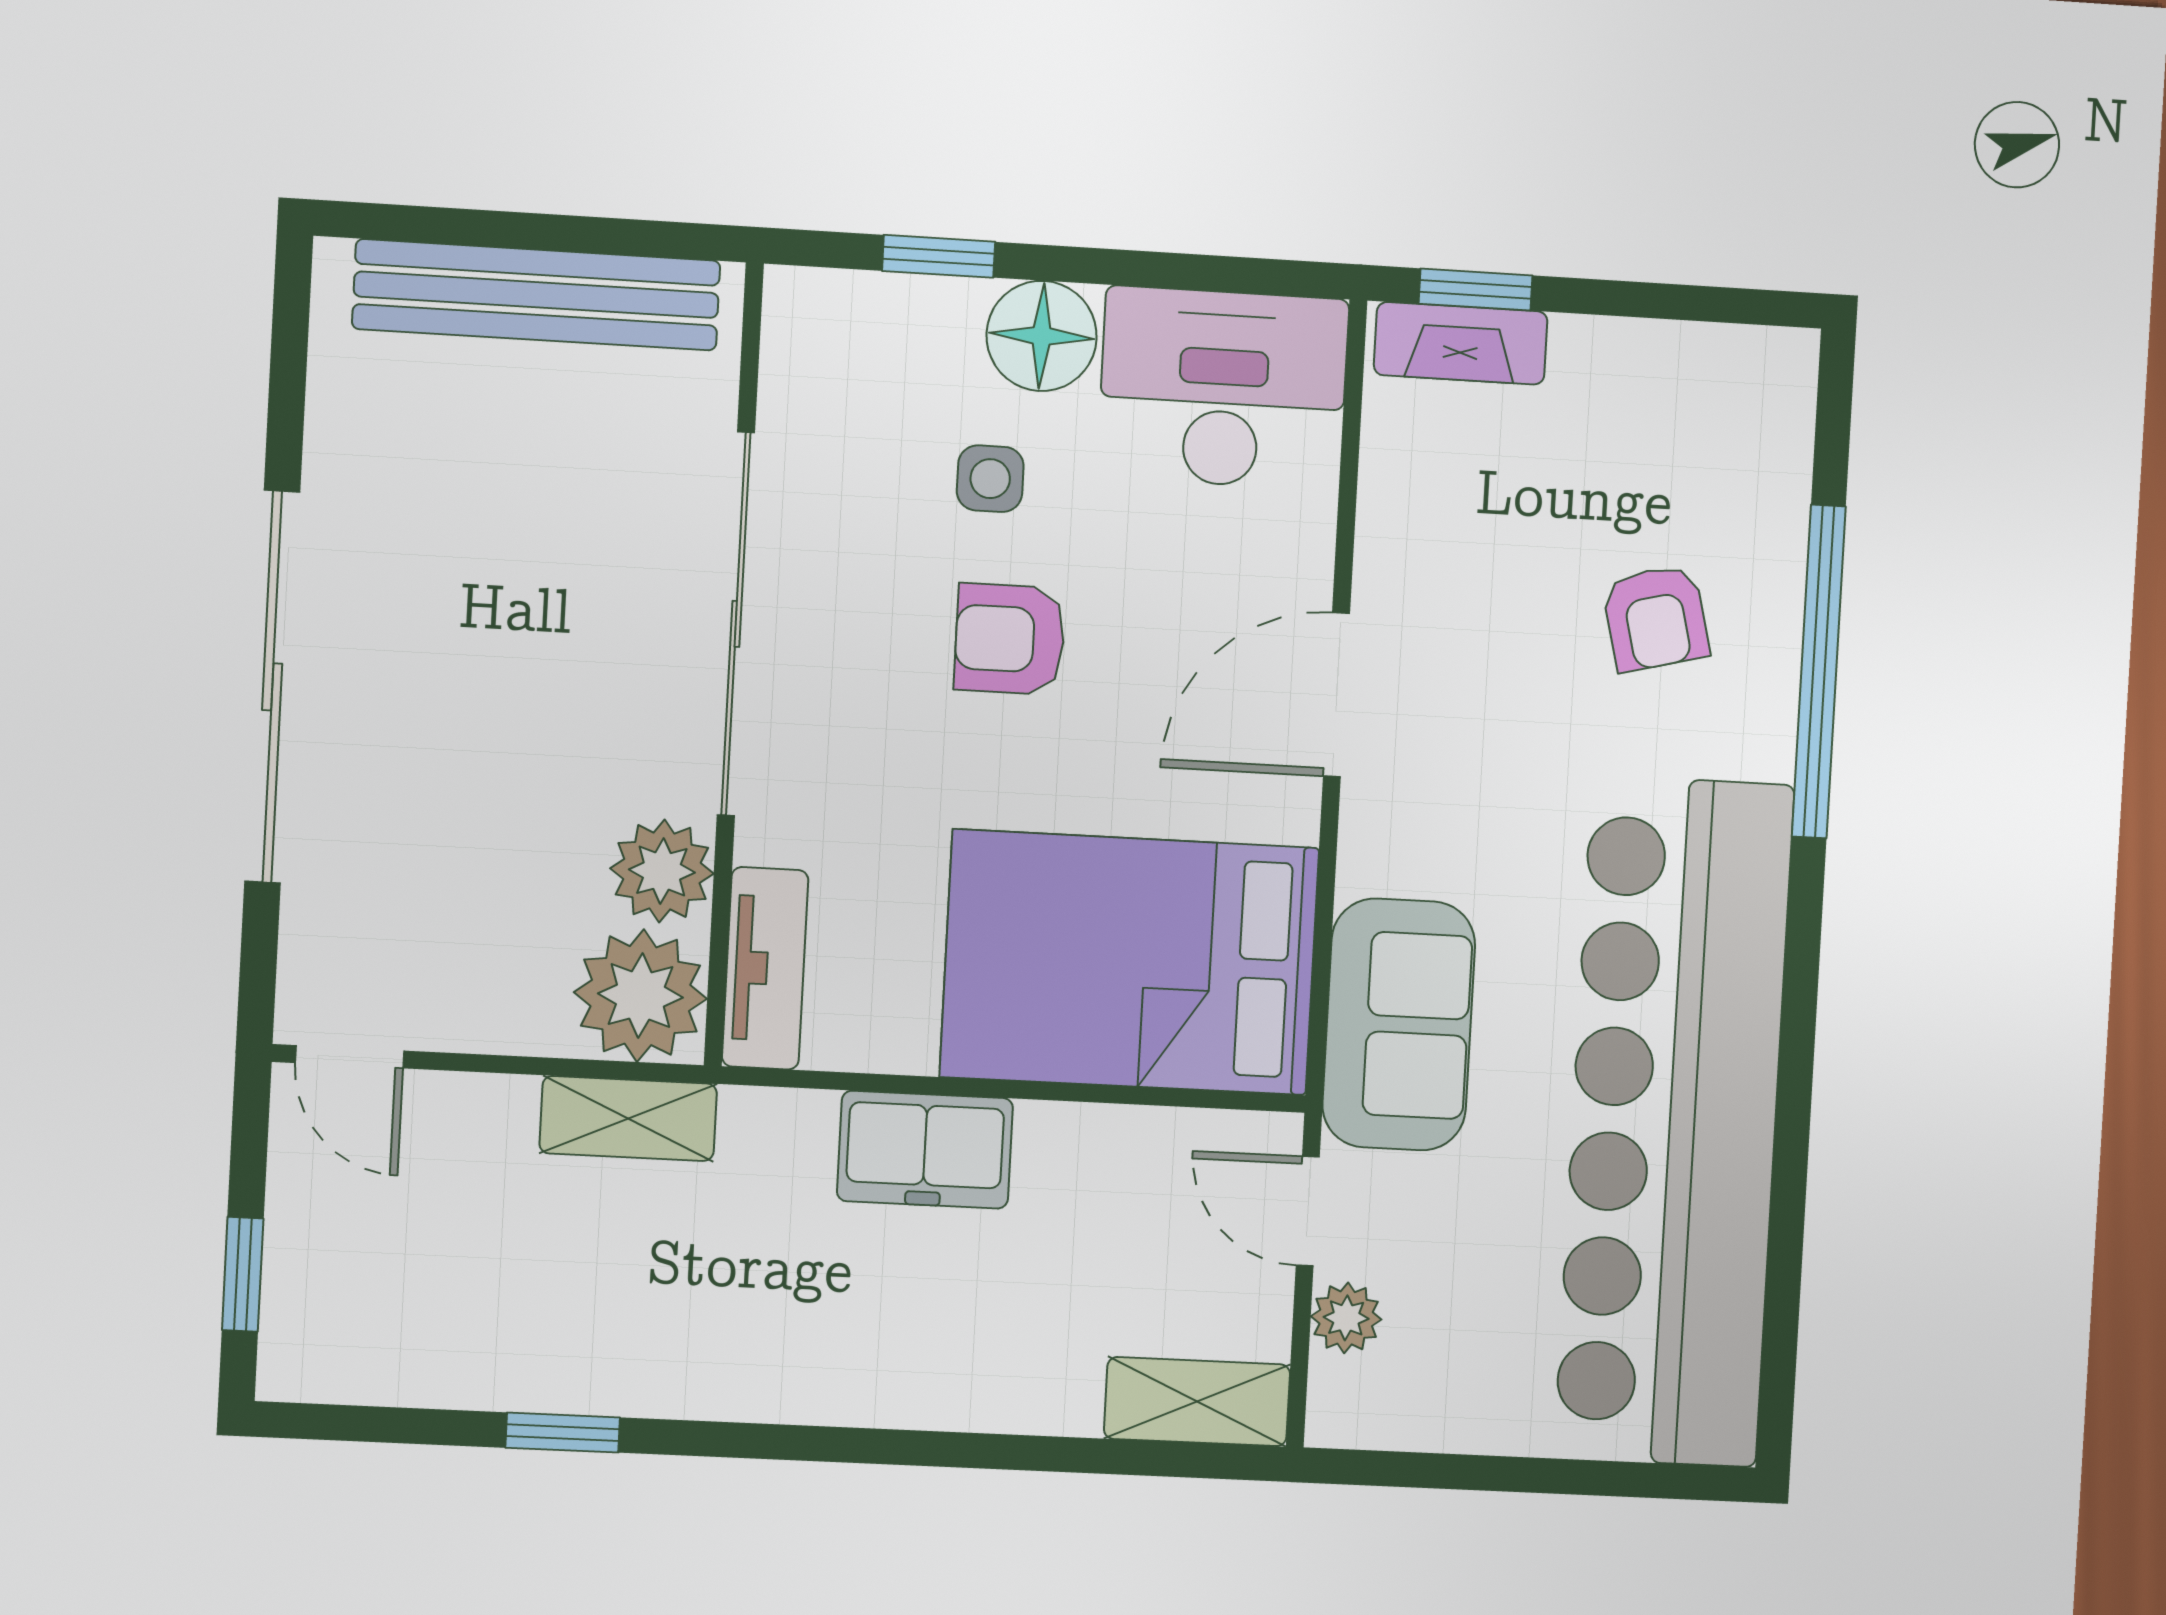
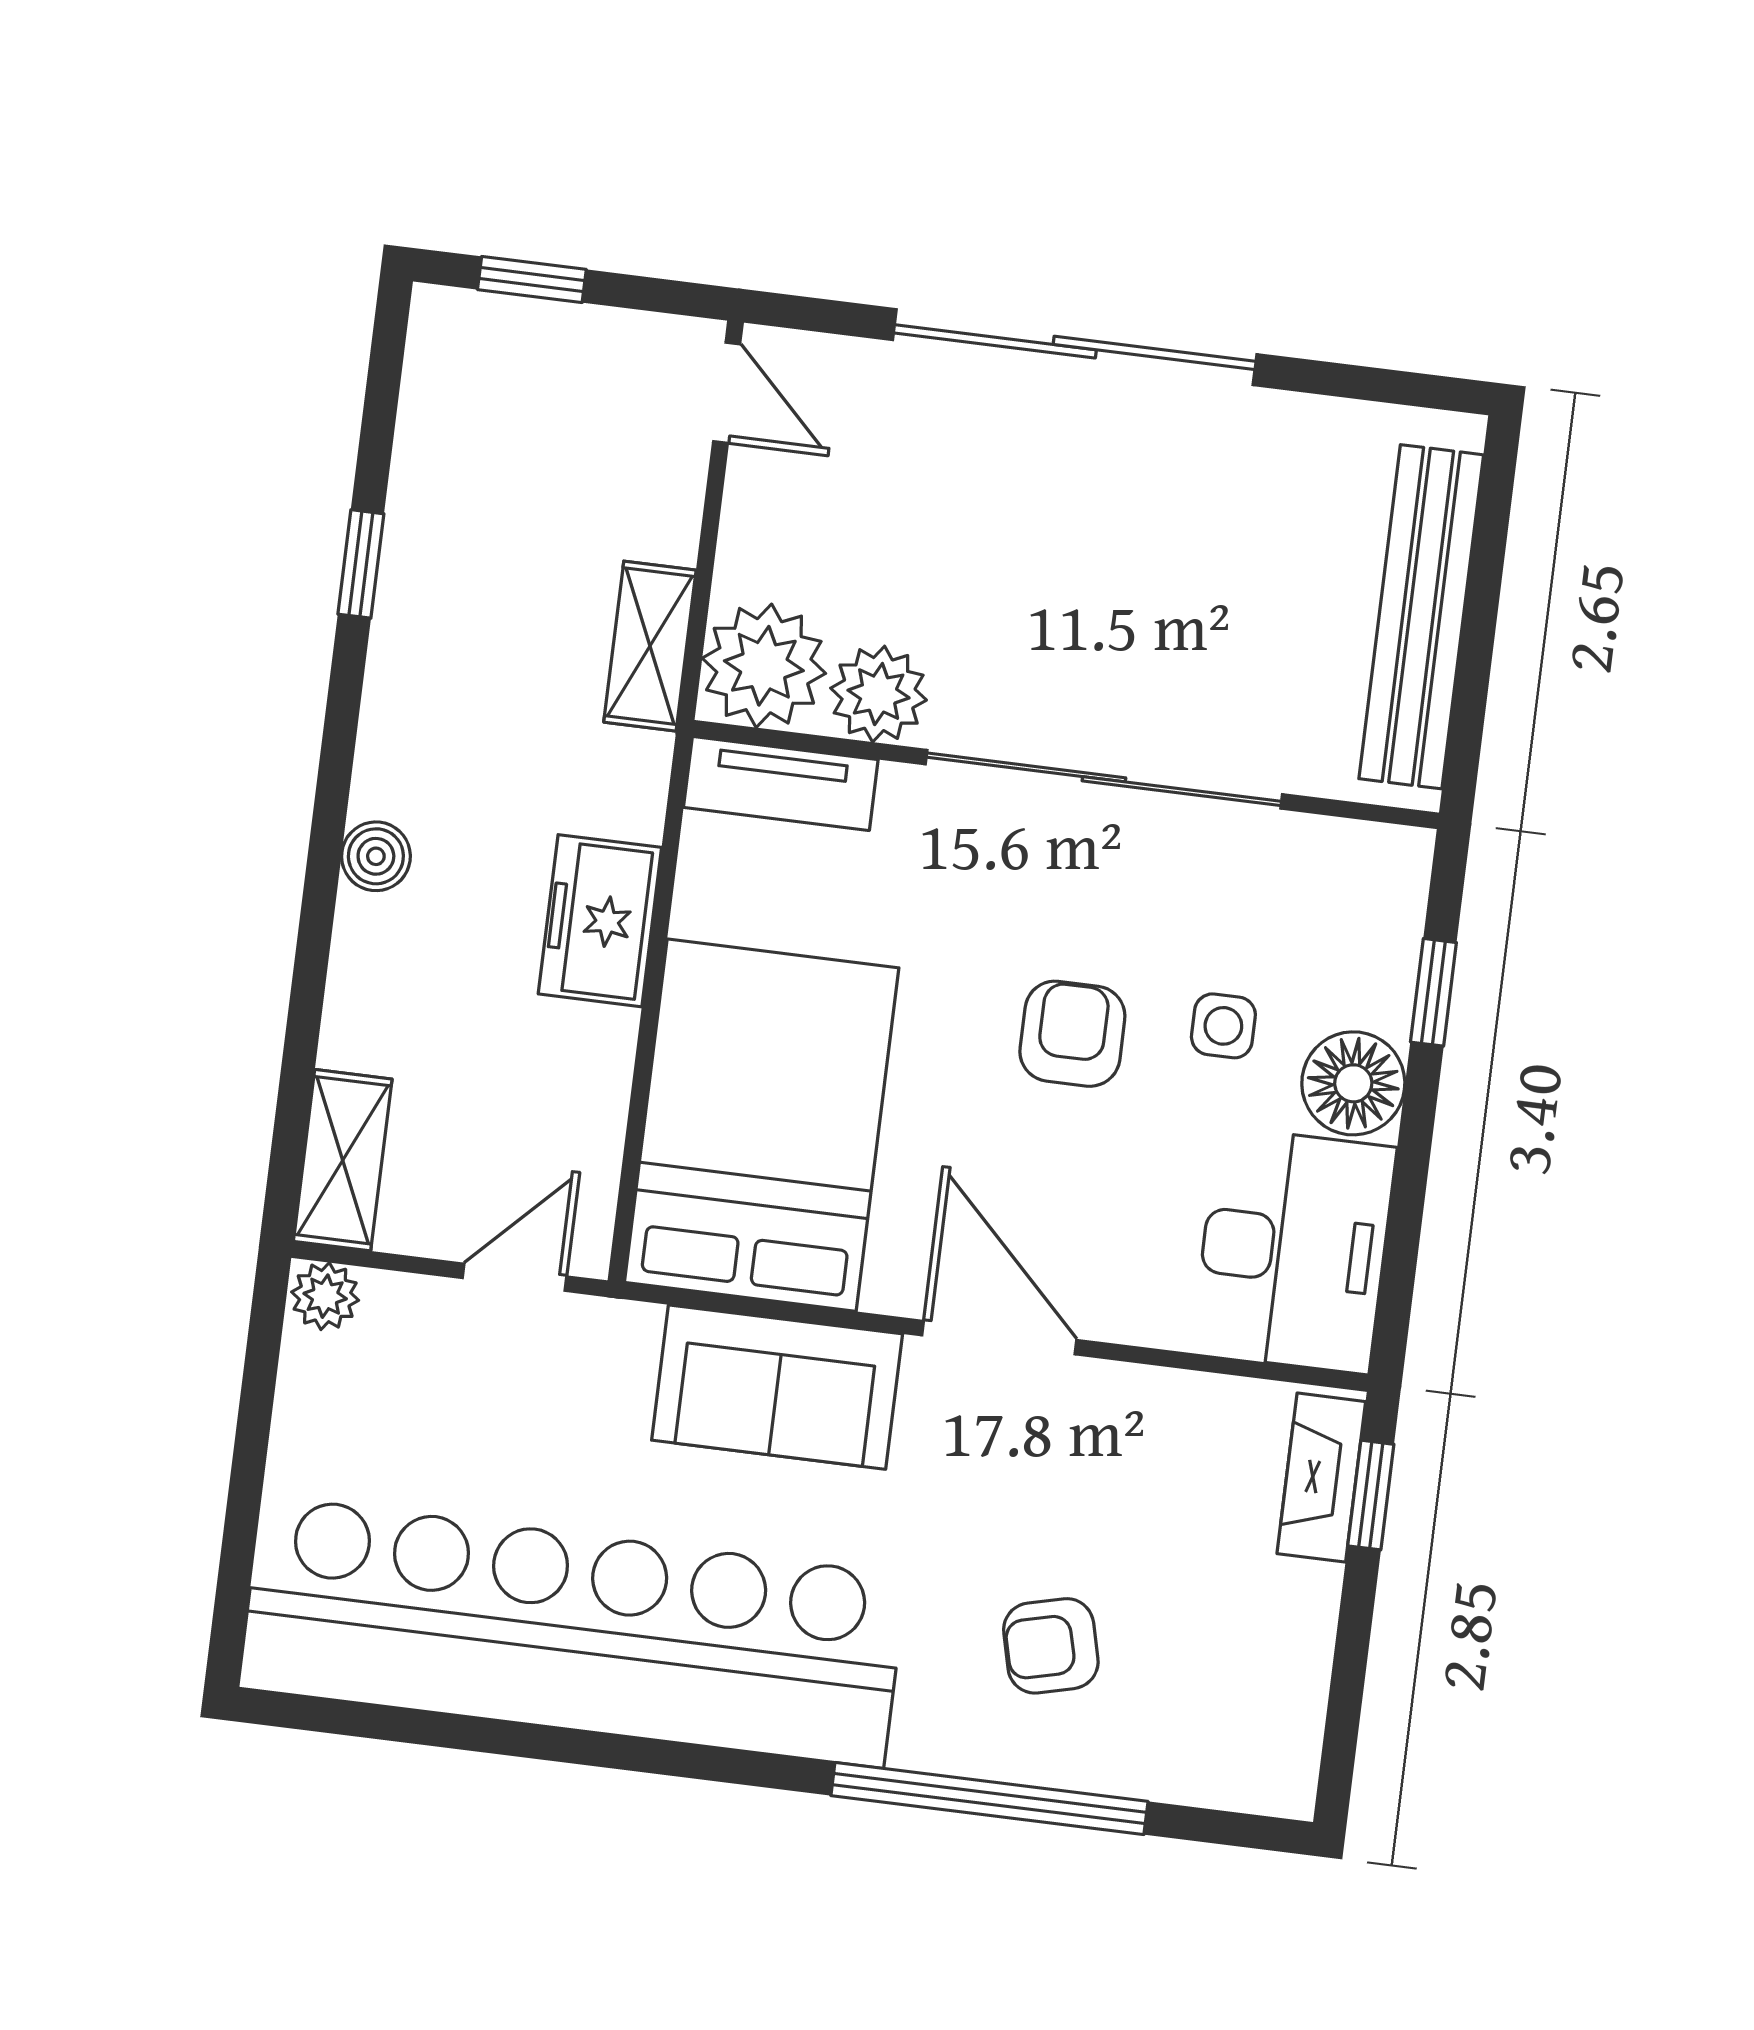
sofa: (1399, 1024) -> (777, 1387), moved
door: (350, 1057) -> (727, 393), swing flipped
plant: (1346, 1318) -> (325, 1296), moved
boiler: (873, 1392) -> (376, 856), added

